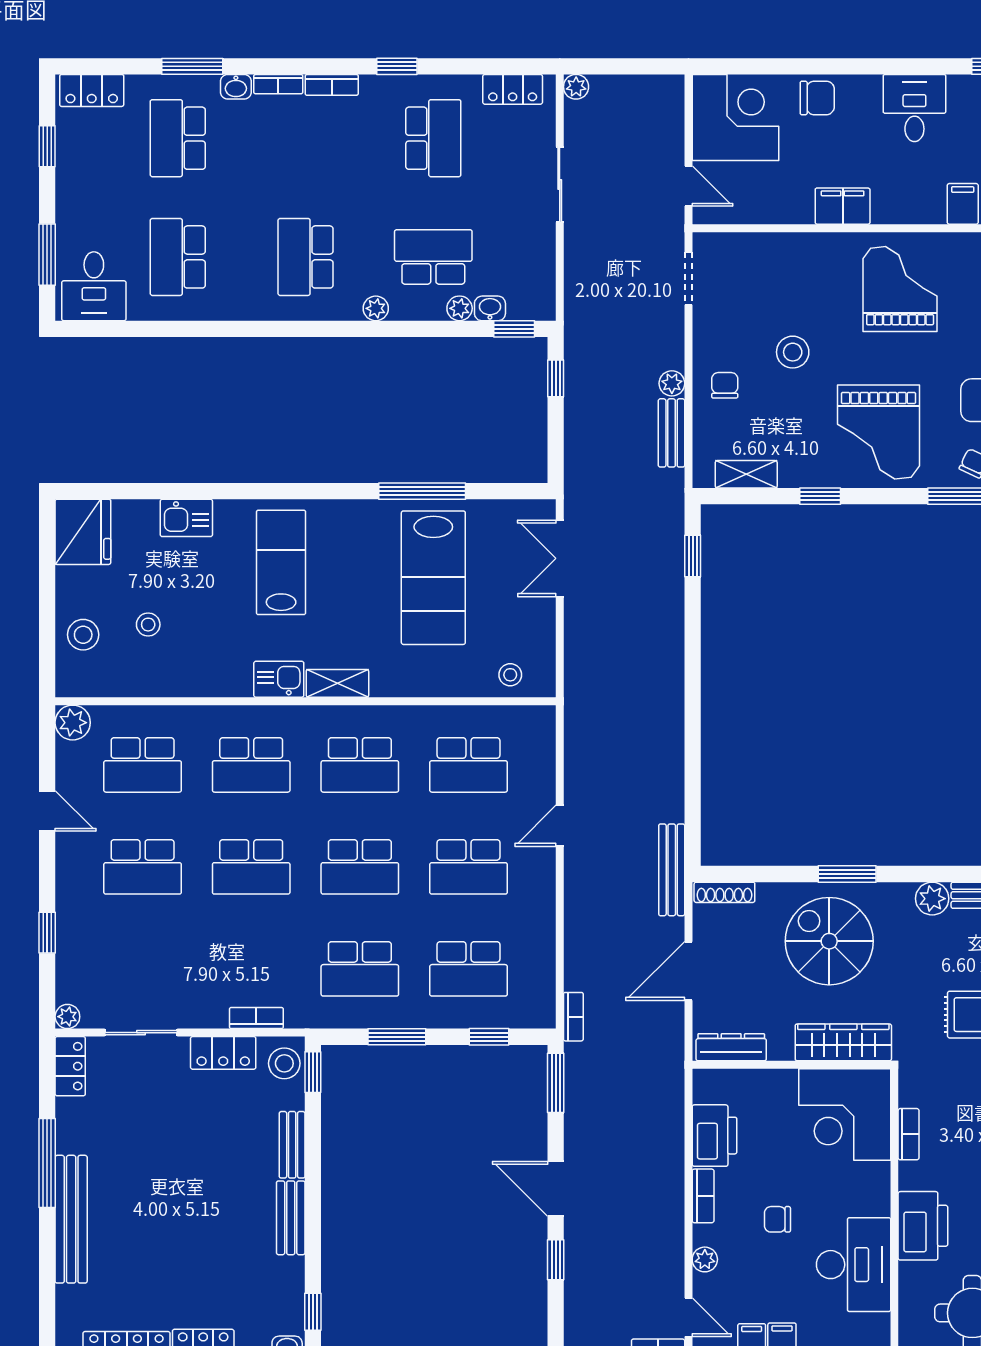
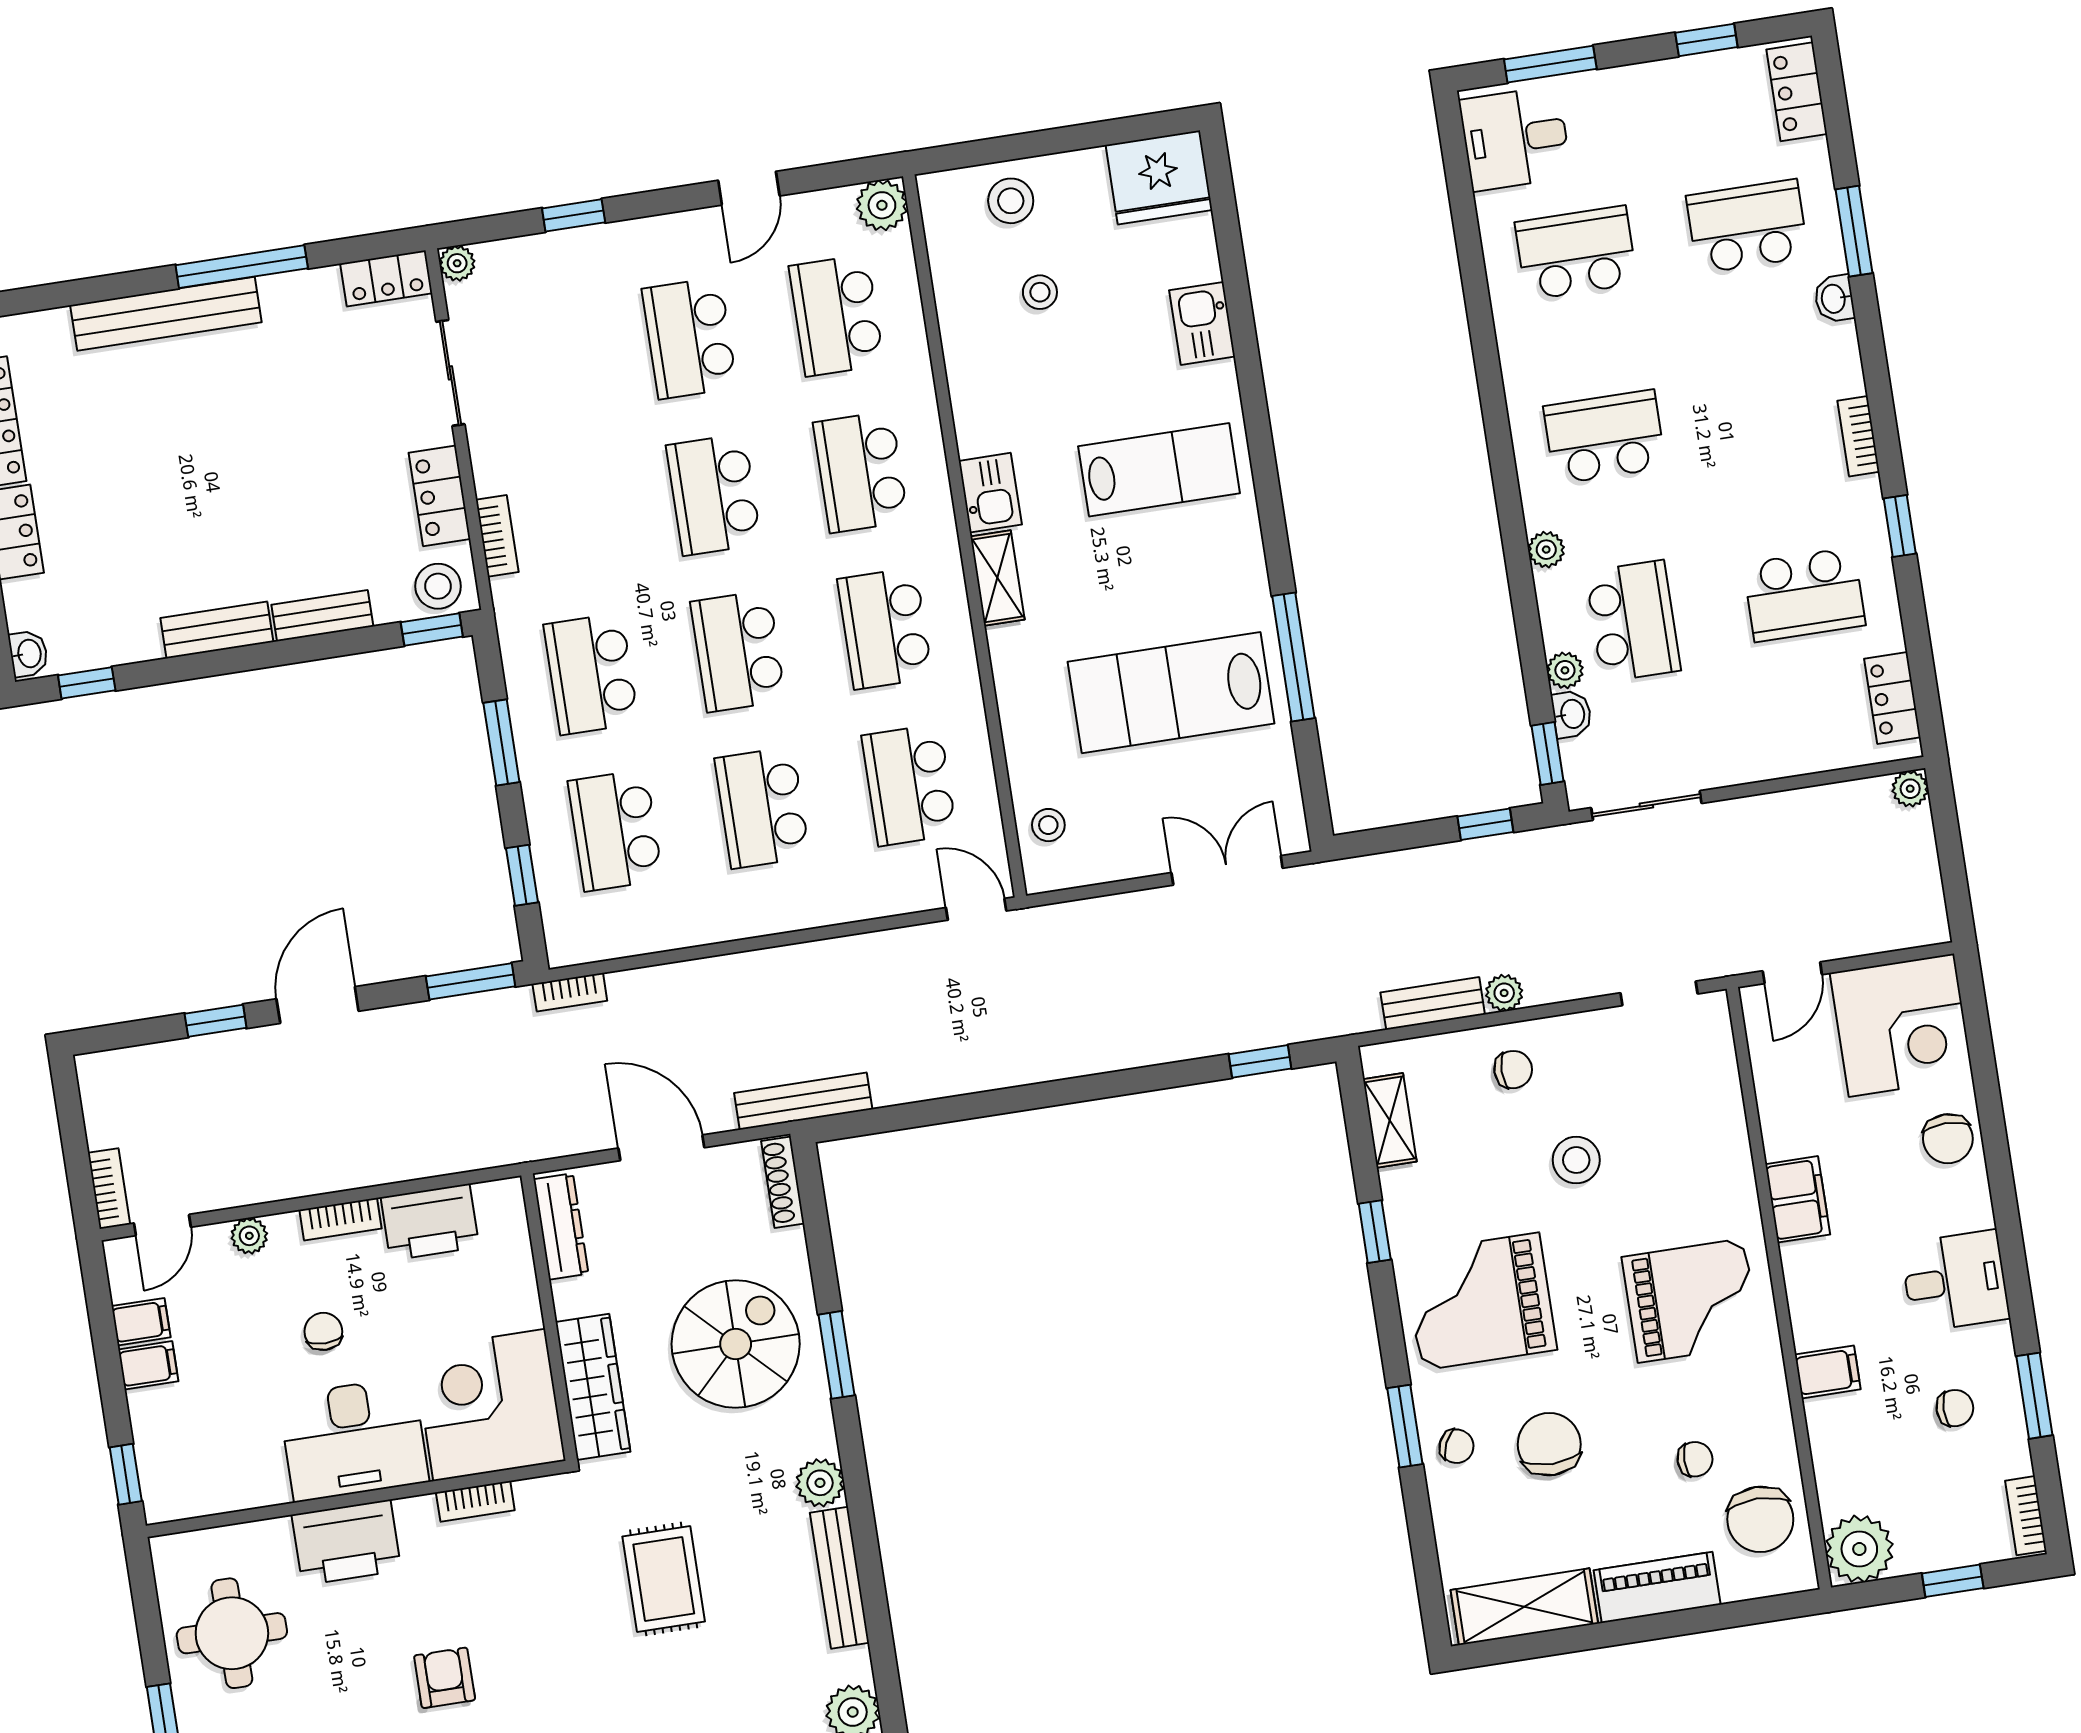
bookcase: (278, 84) -> (1848, 359), removed
sliding door: (560, 184) -> (1646, 805), moved
door: (560, 826) -> (976, 909), moved
desk: (854, 1265) -> (354, 1439), moved

